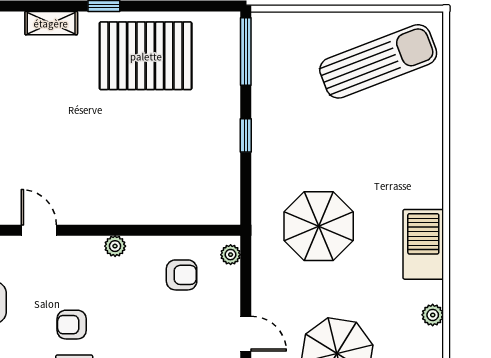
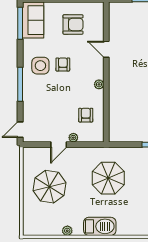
door: (39, 230) -> (106, 49), swing flipped
plant: (231, 255) -> (73, 138), moved
armchair: (182, 275) -> (86, 115), turned 180

